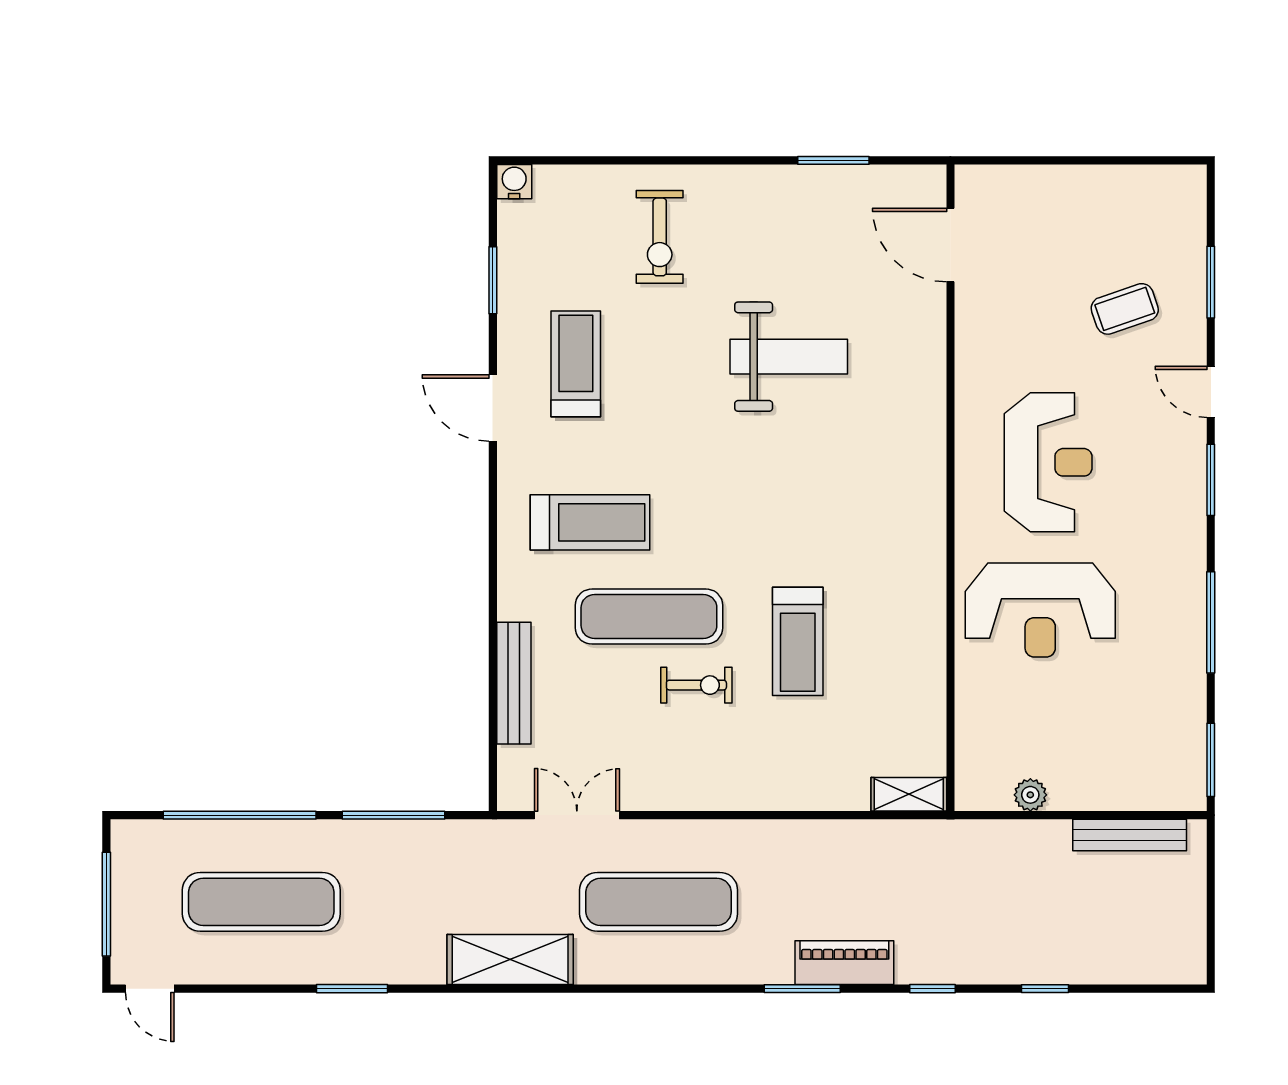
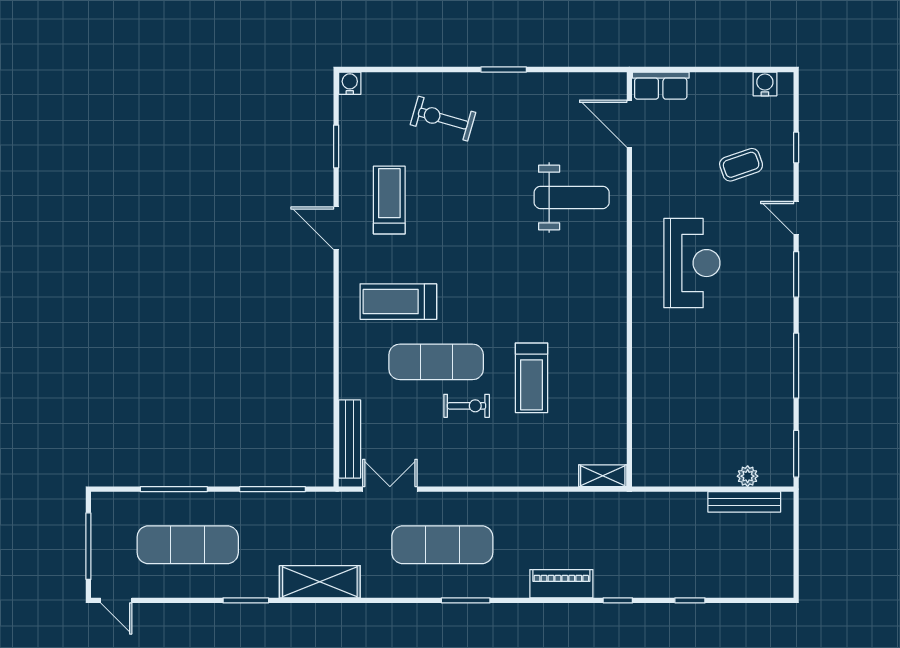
window: (833, 160) -> (504, 70), moved
water cooler: (1162, 183) -> (765, 84), added
row of seats: (999, 185) -> (661, 86), added
exercise bike: (660, 237) -> (443, 119), turned 106
window: (1211, 282) -> (796, 148), width x0.67
weight bench: (789, 357) -> (572, 197), moved
treadmill: (590, 522) -> (398, 302), turned 180
reception desk: (1040, 610) -> (687, 358), removed
bench: (514, 683) -> (350, 439), moved
plant: (1030, 795) -> (748, 476), moved
window: (240, 815) -> (174, 489), width x0.68
shelving: (510, 960) -> (320, 582), moved
window: (802, 989) -> (466, 600), moved

